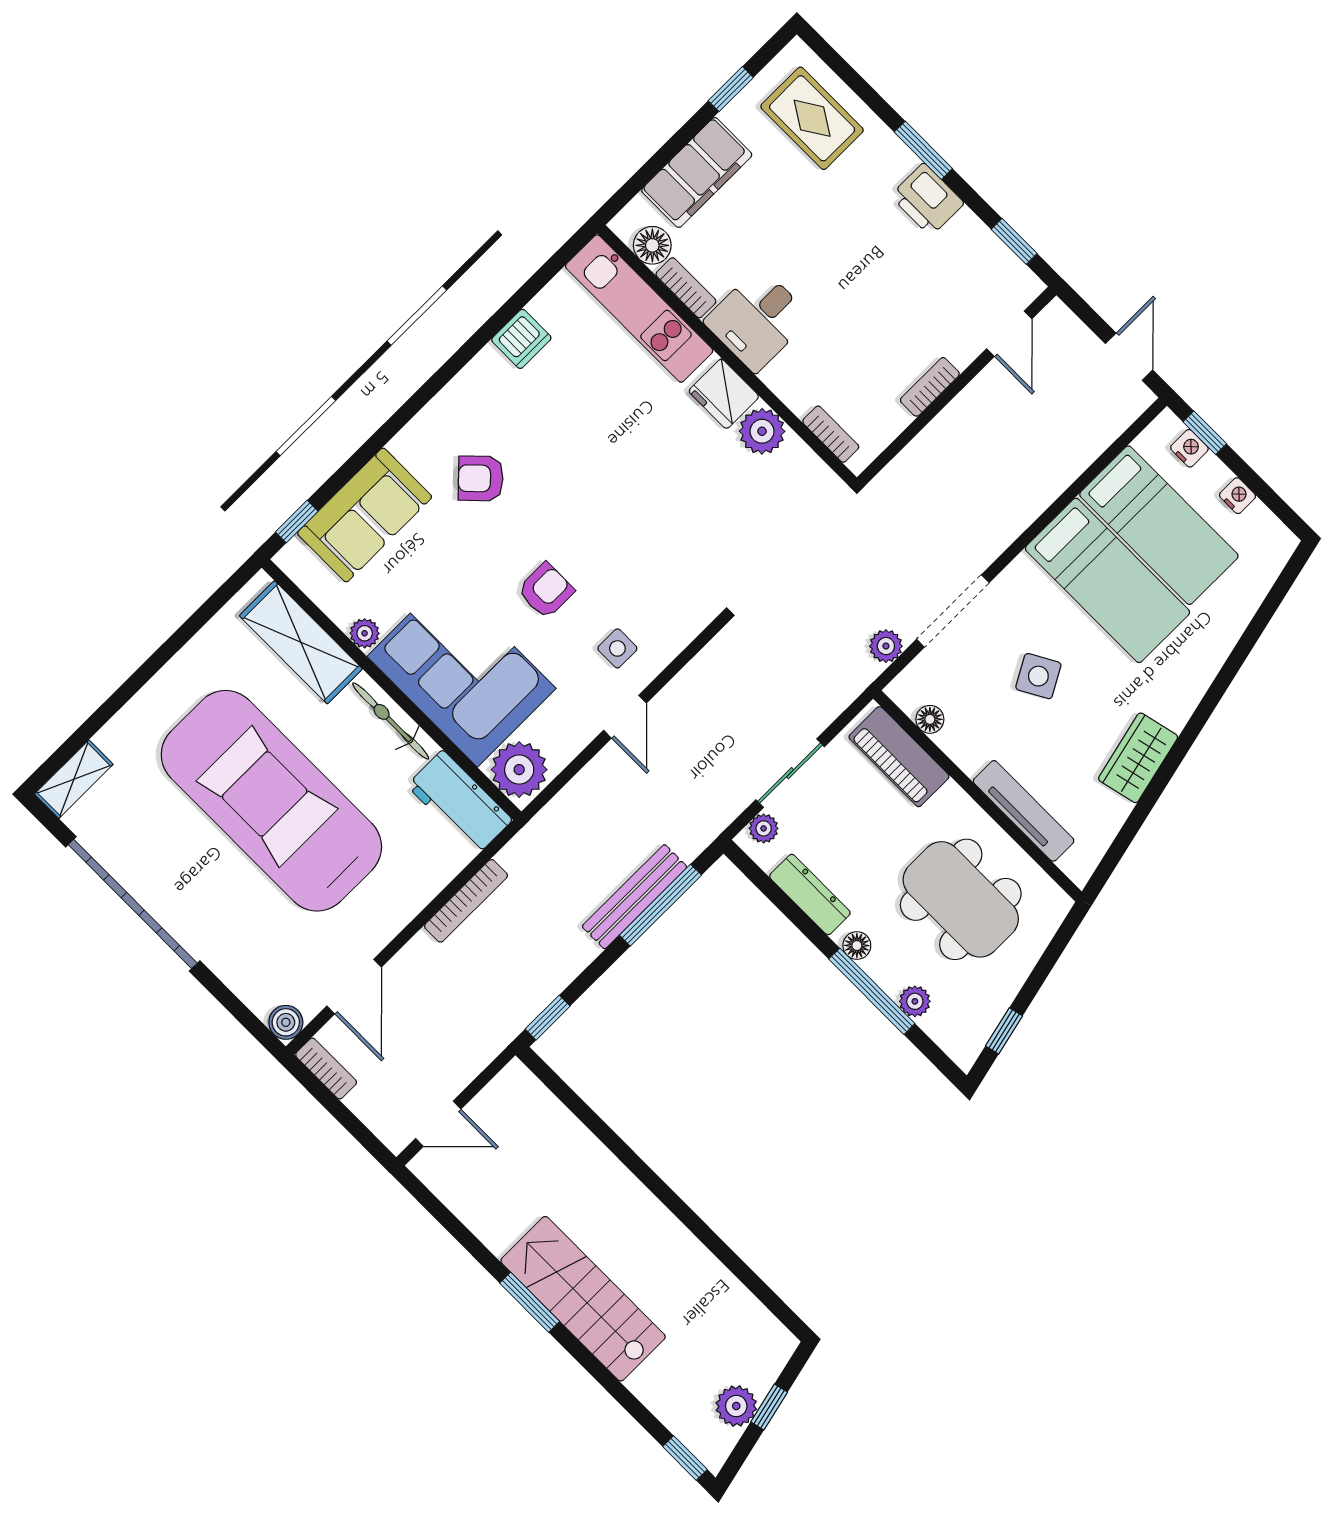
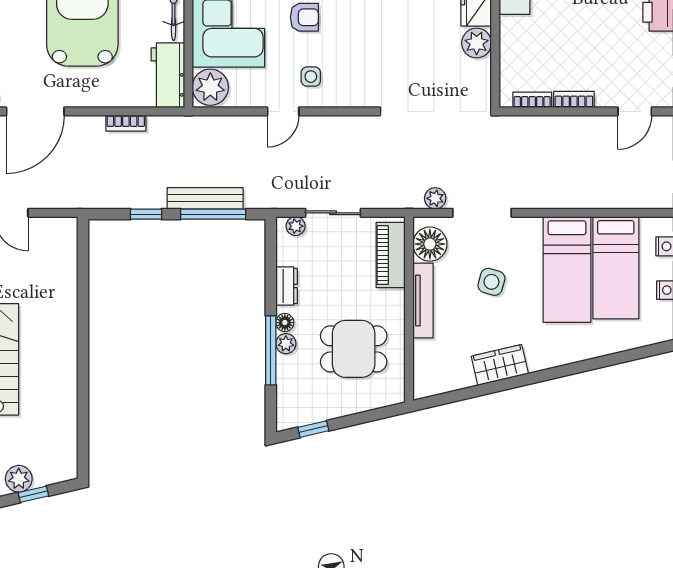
bookcase: (831, 434) -> (532, 100), moved, turned -90
side table: (1038, 676) -> (491, 282), turned 45
floor lamp: (930, 719) -> (430, 244), width x1.89, depth x1.89
tv unit: (1024, 811) -> (423, 301), moved
dresser: (810, 895) -> (287, 286), width x0.70
dining table: (961, 899) -> (354, 349), width x0.73
bookcase: (466, 901) -> (126, 123), width x0.64
door: (354, 987) -> (35, 111), width x1.36
plant: (915, 1001) -> (286, 344), moved
window: (548, 1018) -> (146, 214), moved

